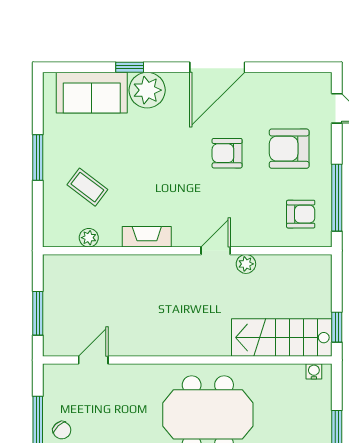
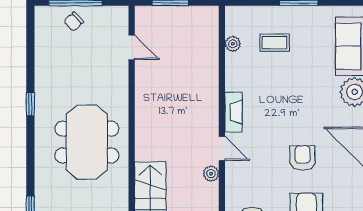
coffee table: (87, 187) -> (275, 43), turned 53
fireplace: (147, 237) -> (234, 112), moved

